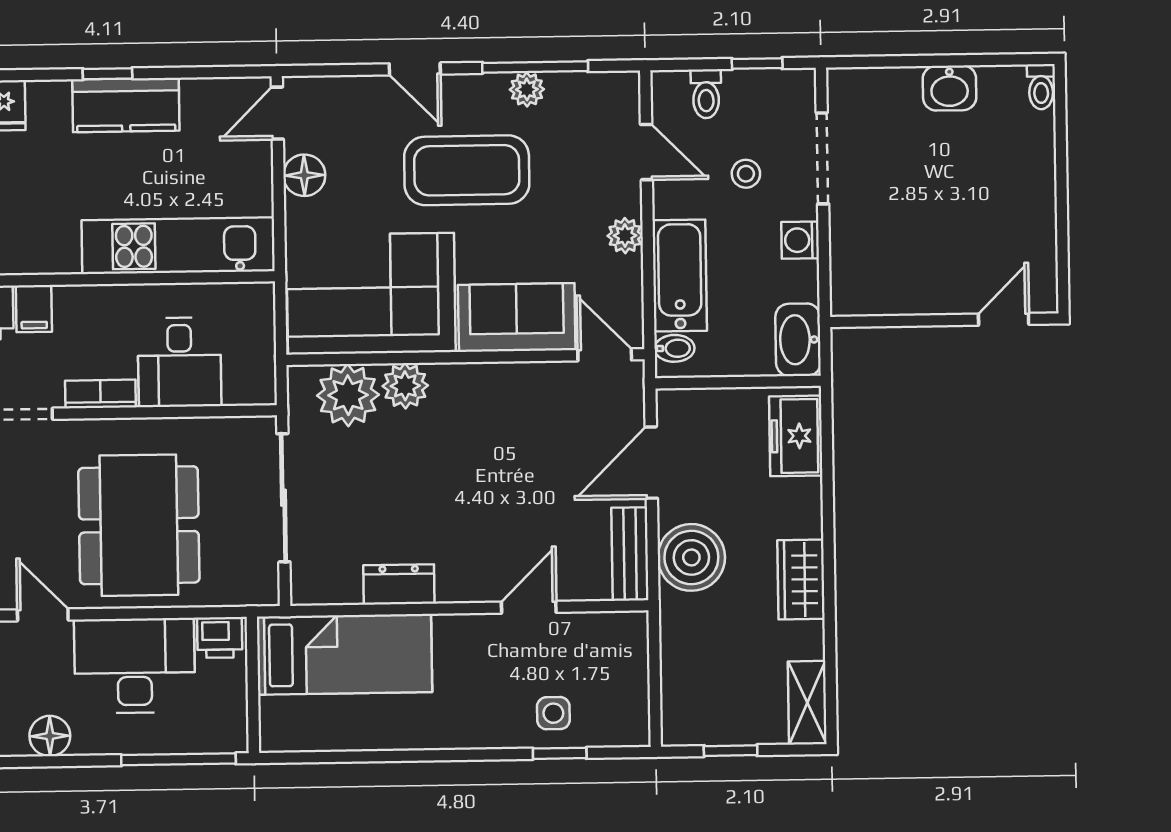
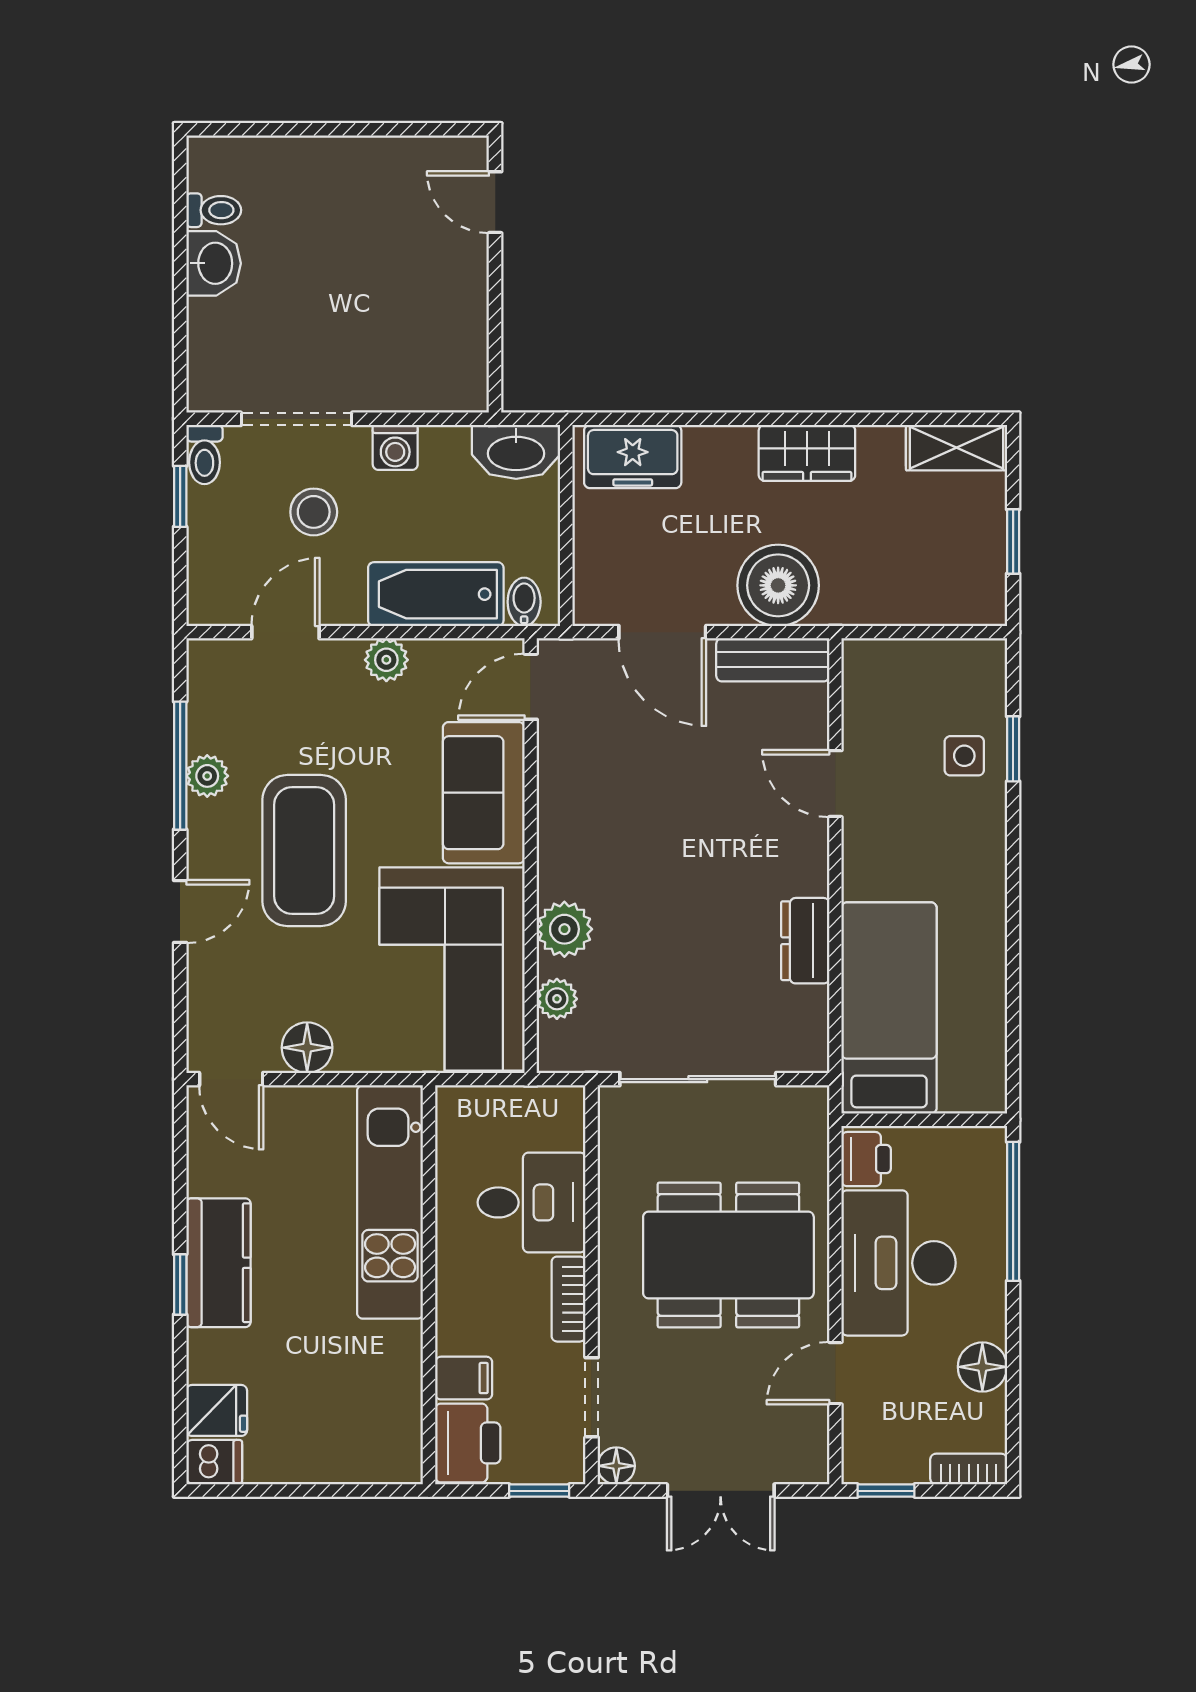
toilet: (1041, 87) -> (214, 210), moved
toilet: (706, 94) -> (204, 455), moved, turned 90
stool: (746, 174) -> (314, 512), width x1.37, depth x1.37
plant: (348, 395) -> (557, 999), width x0.53, depth x0.53

